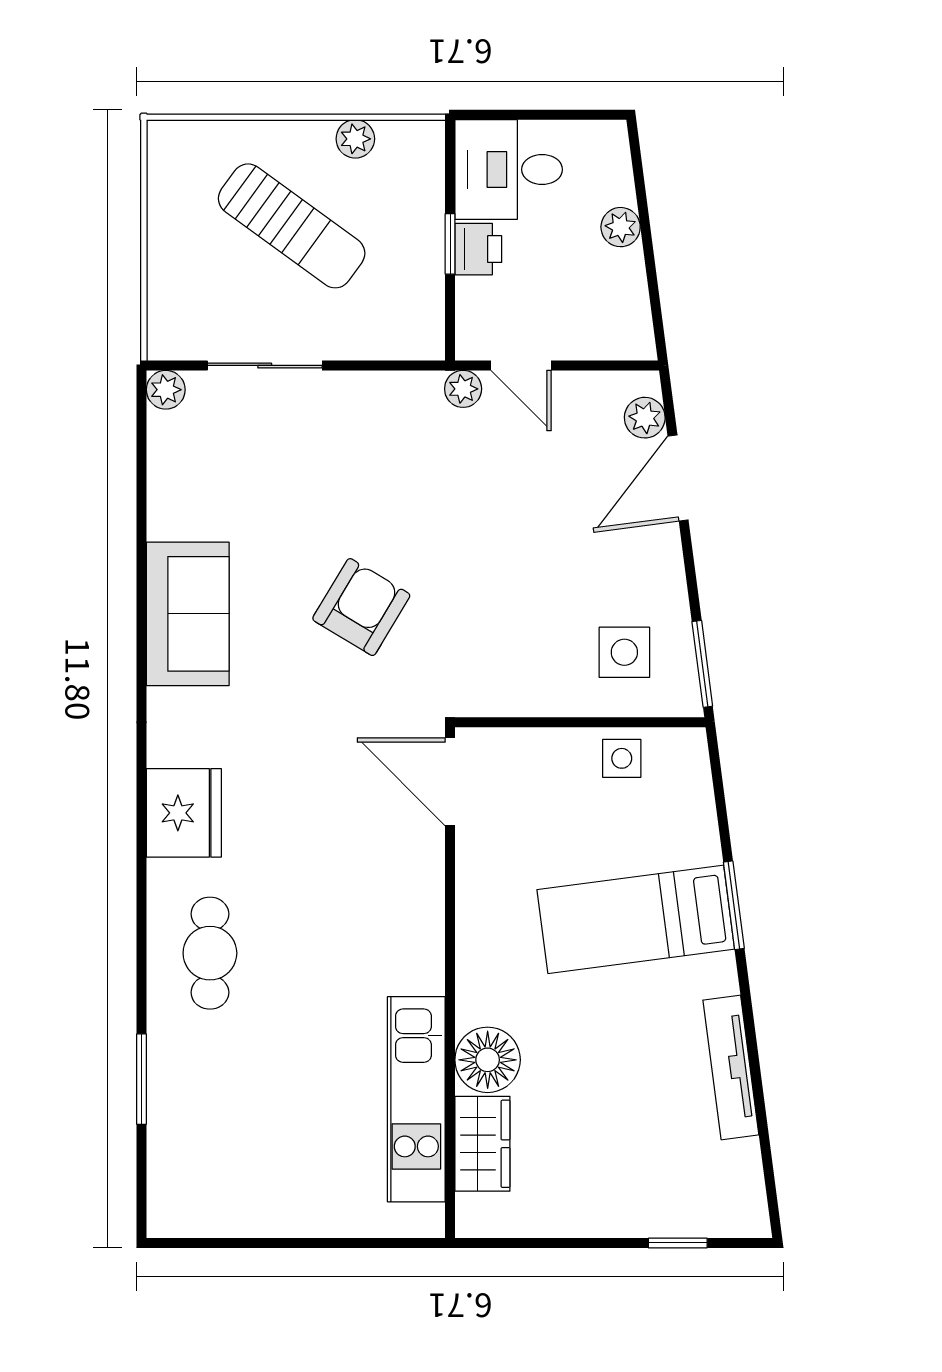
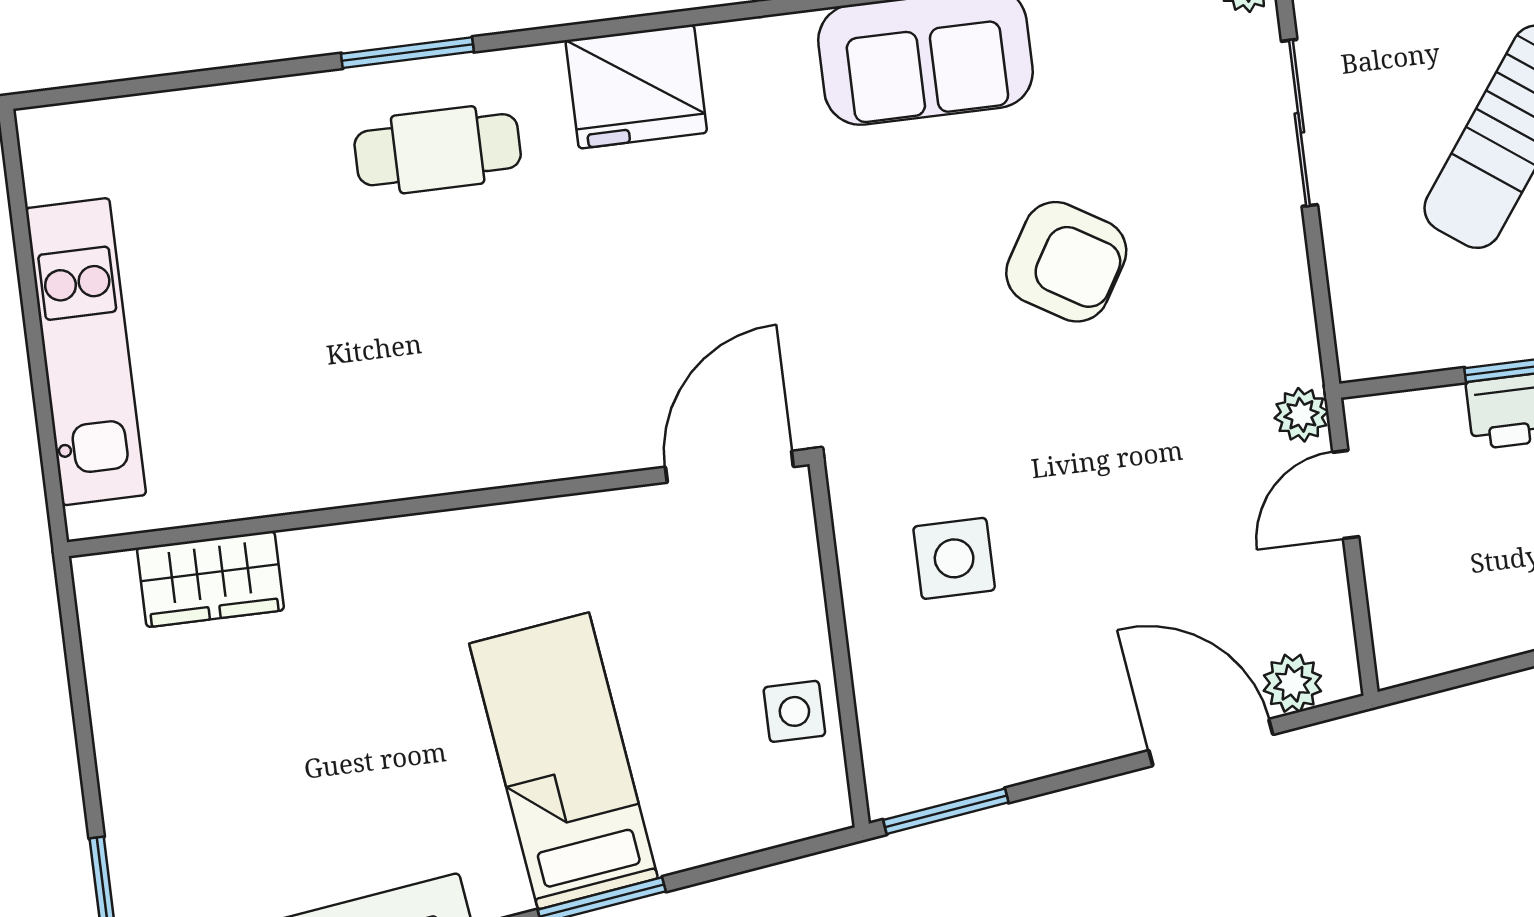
armchair: (361, 607) -> (1066, 262), moved
side table: (624, 652) -> (954, 558), moved
floor lamp: (488, 1060) -> (333, 571), removed
window: (141, 1079) -> (407, 53), moved
kitchen unit: (416, 1099) -> (86, 352), moved, turned 90

